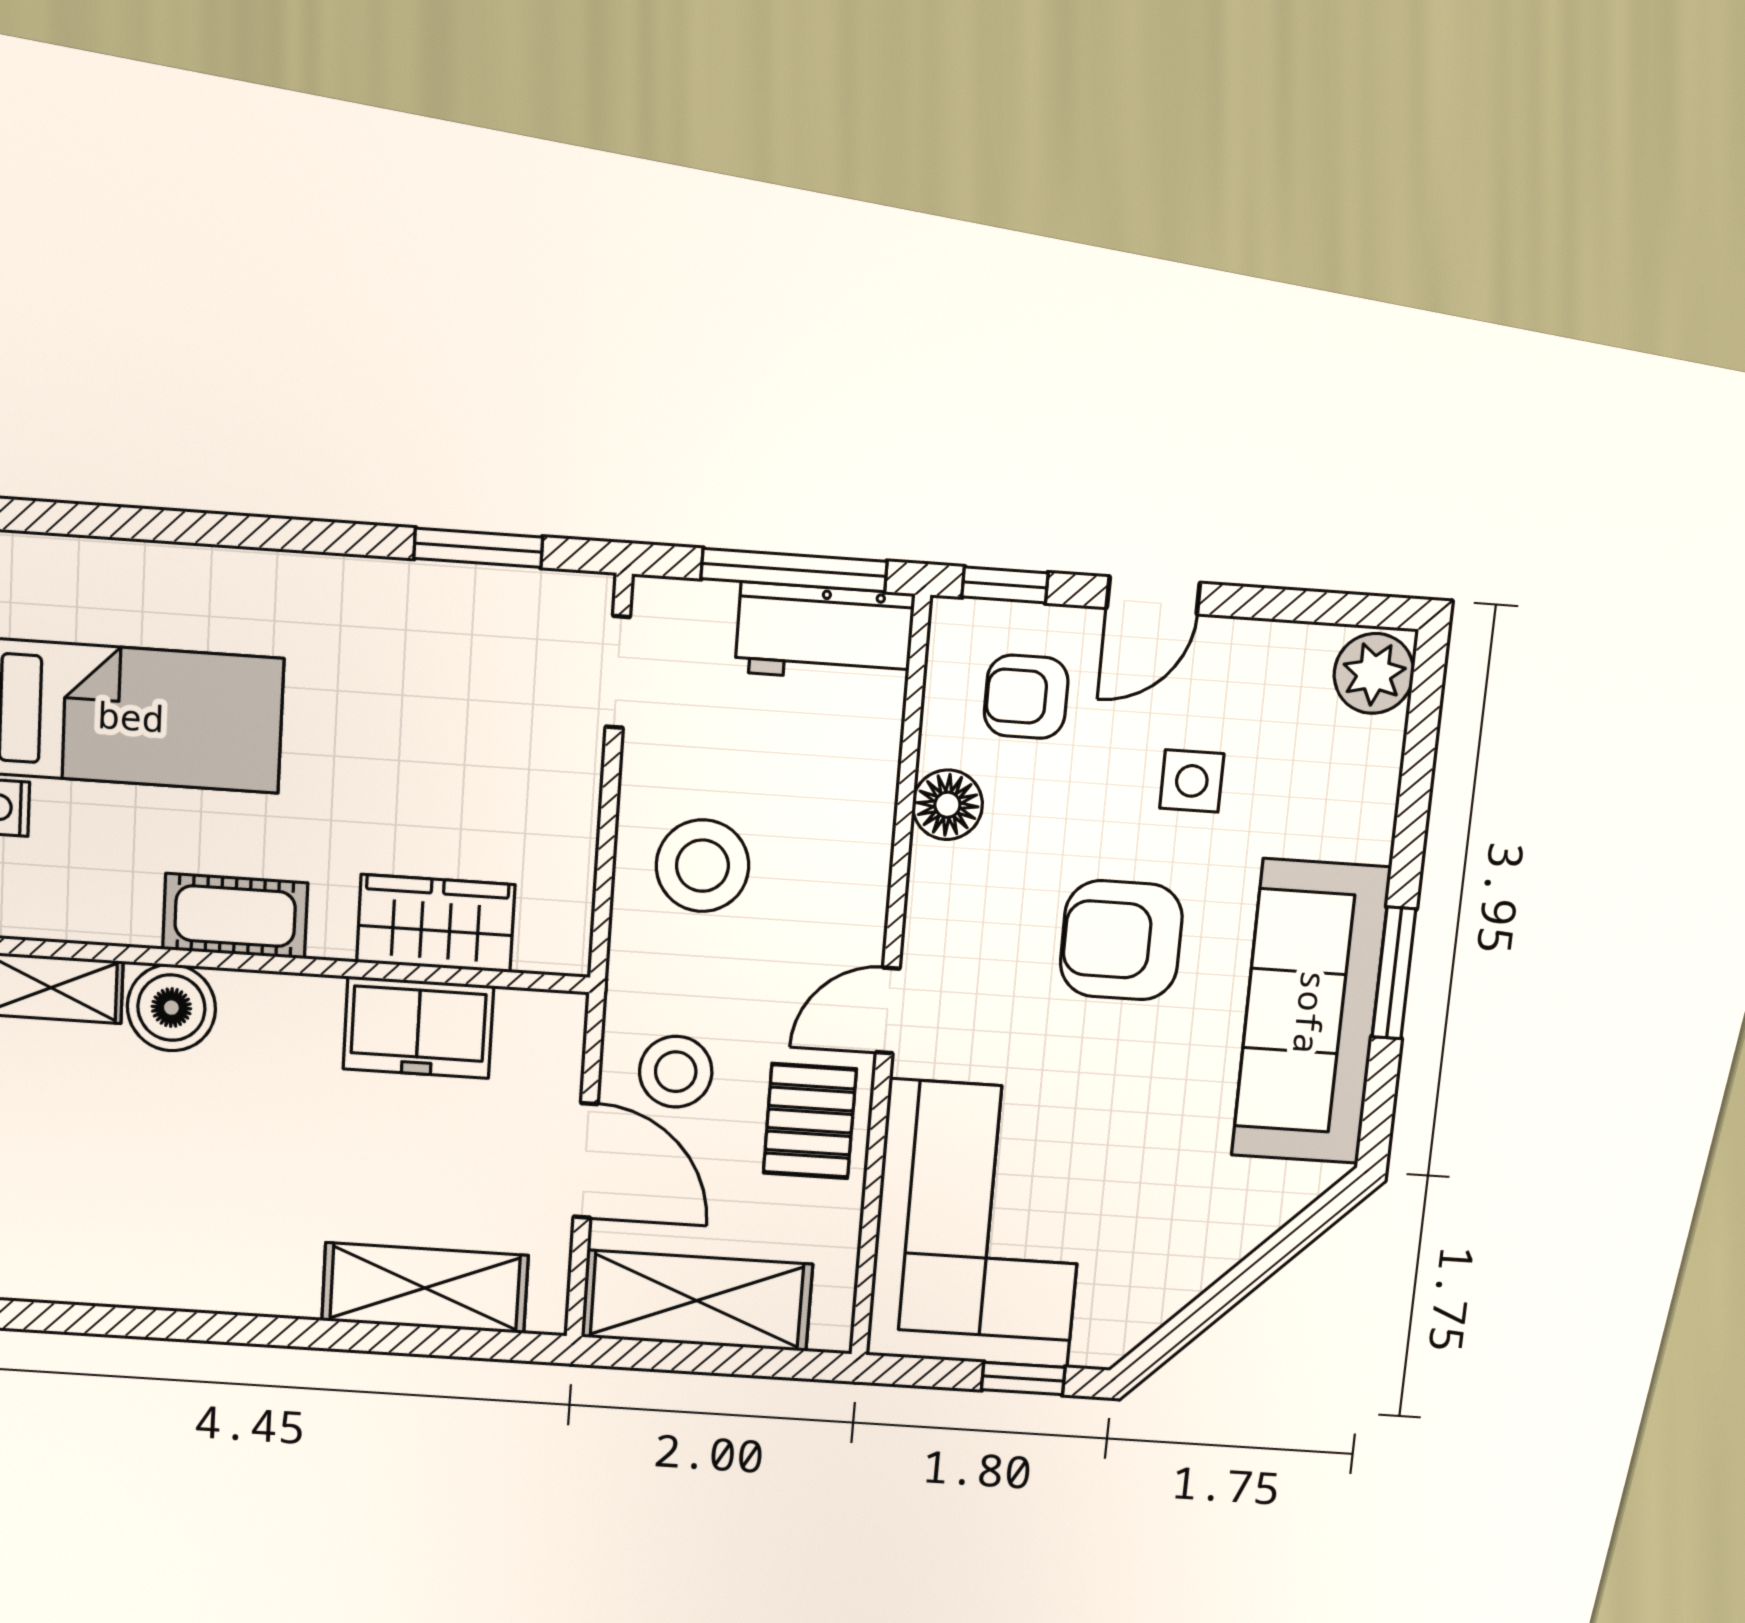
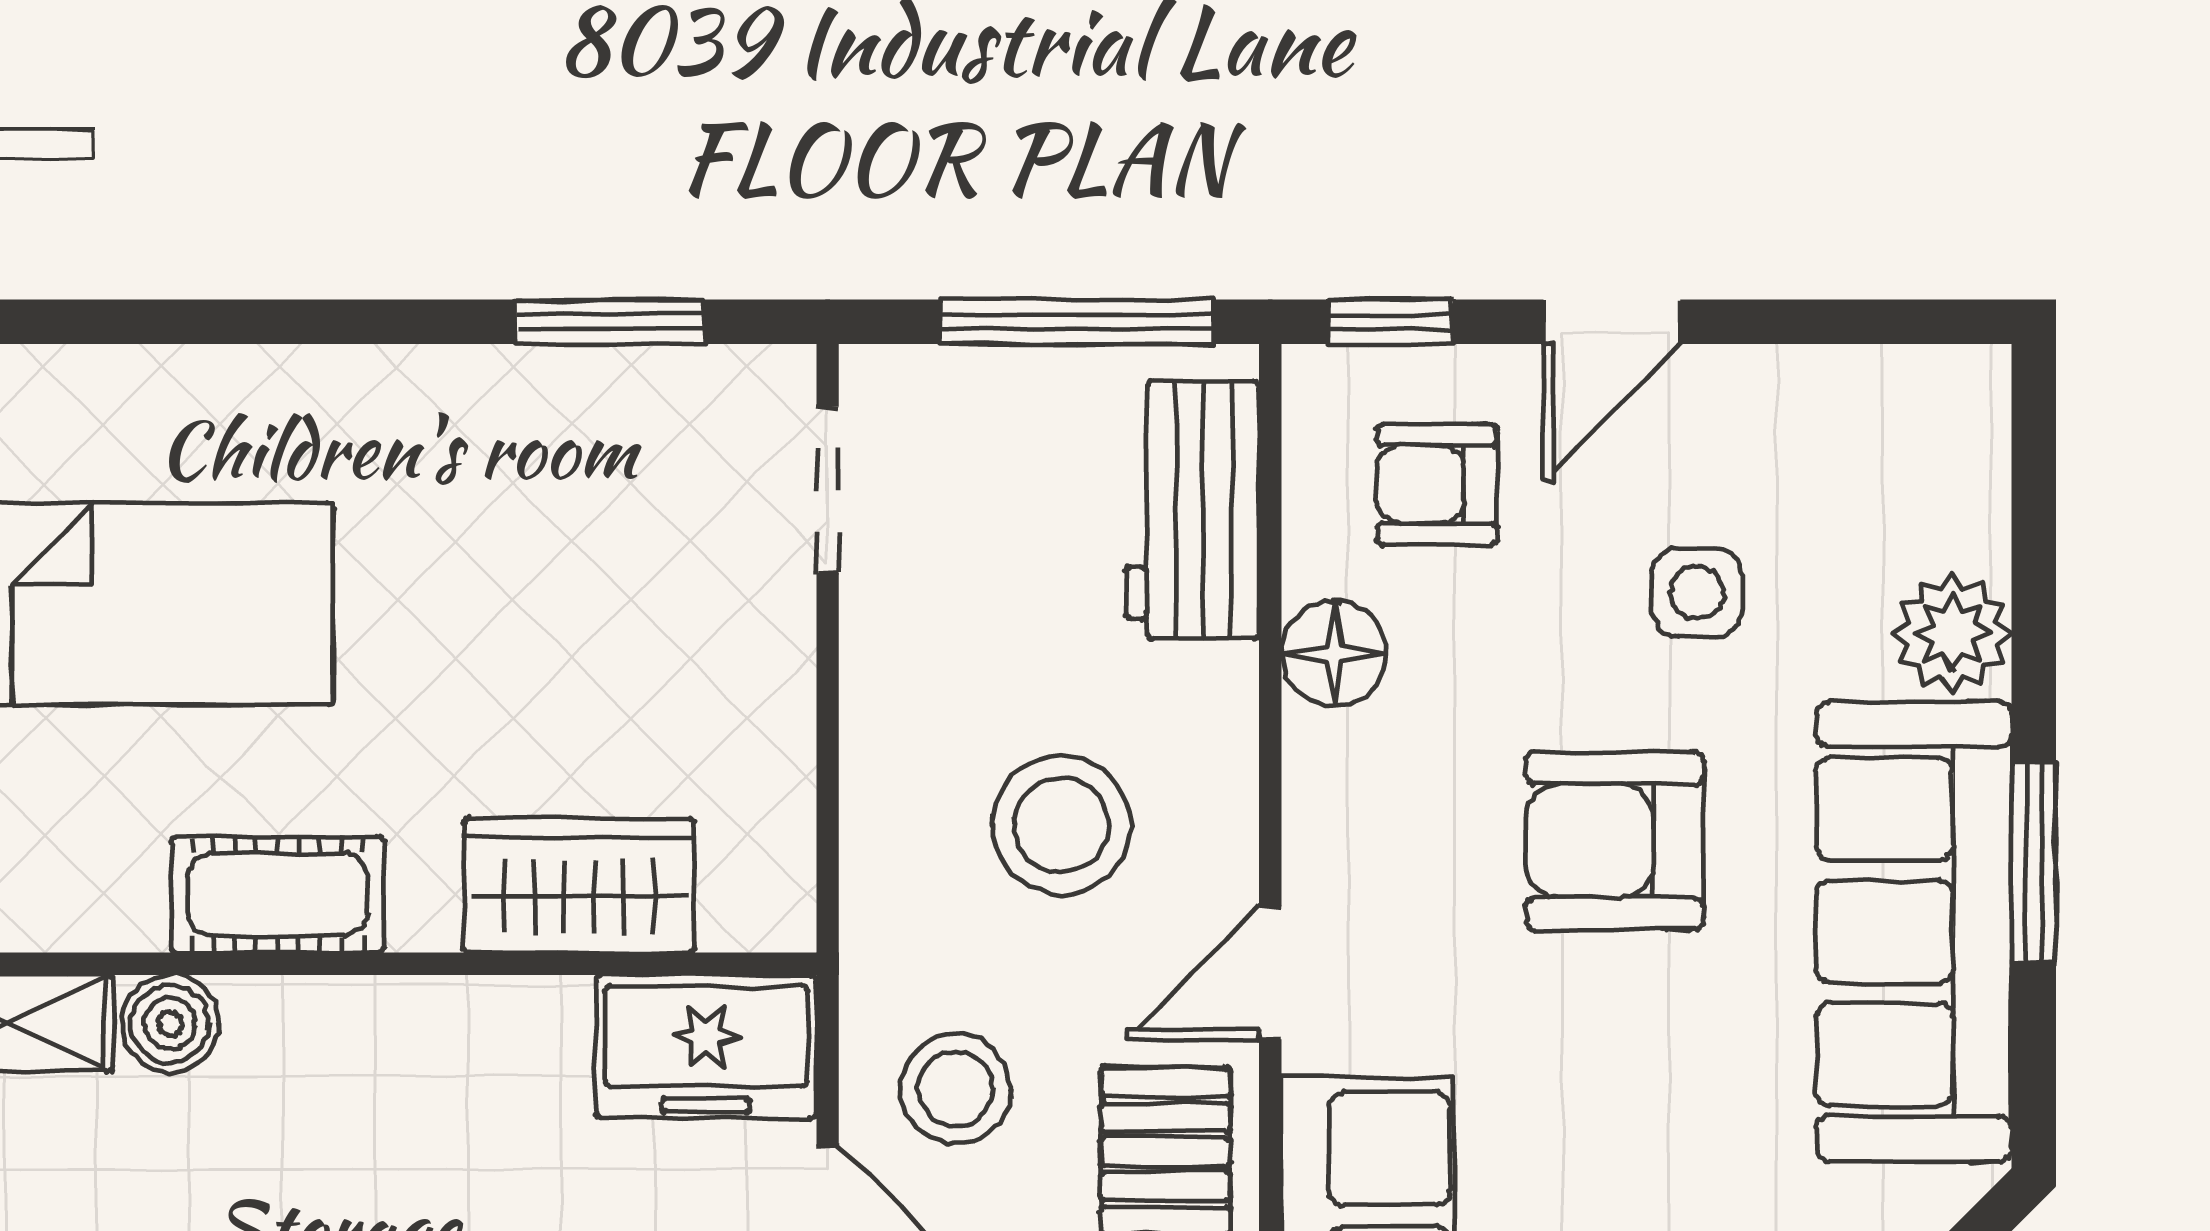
workbench: (825, 633) -> (1192, 510), moved, turned 90
plant: (1374, 673) -> (1952, 633), moved
stool: (702, 866) -> (1061, 825), moved
boiler: (171, 1008) -> (170, 1023), width x0.73, depth x0.73
freezer: (418, 1027) -> (706, 1047), moved

